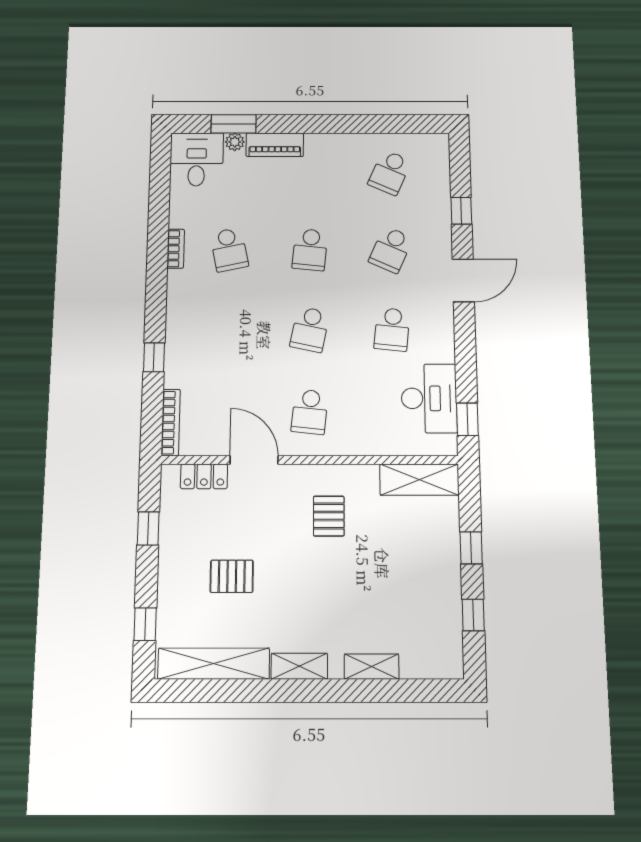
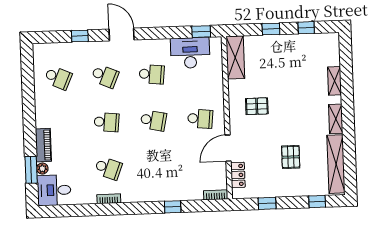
school desk: (229, 250) -> (108, 168), turned 33
bookcase: (171, 423) -> (216, 195), width x0.64

